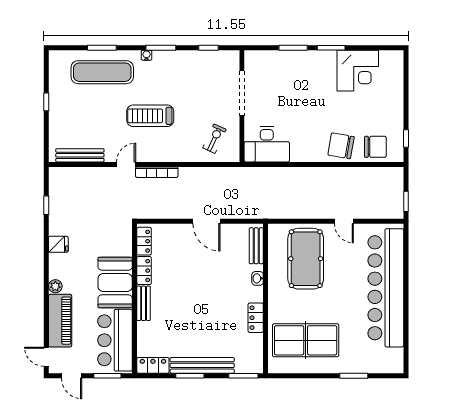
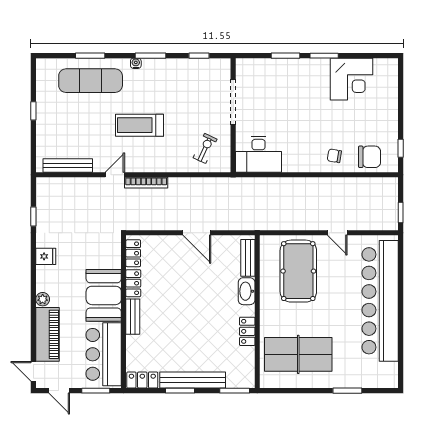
chair: (341, 146) -> (334, 156), width x0.54, depth x0.54
washbasin: (258, 278) -> (247, 291), width x1.91, depth x1.45

